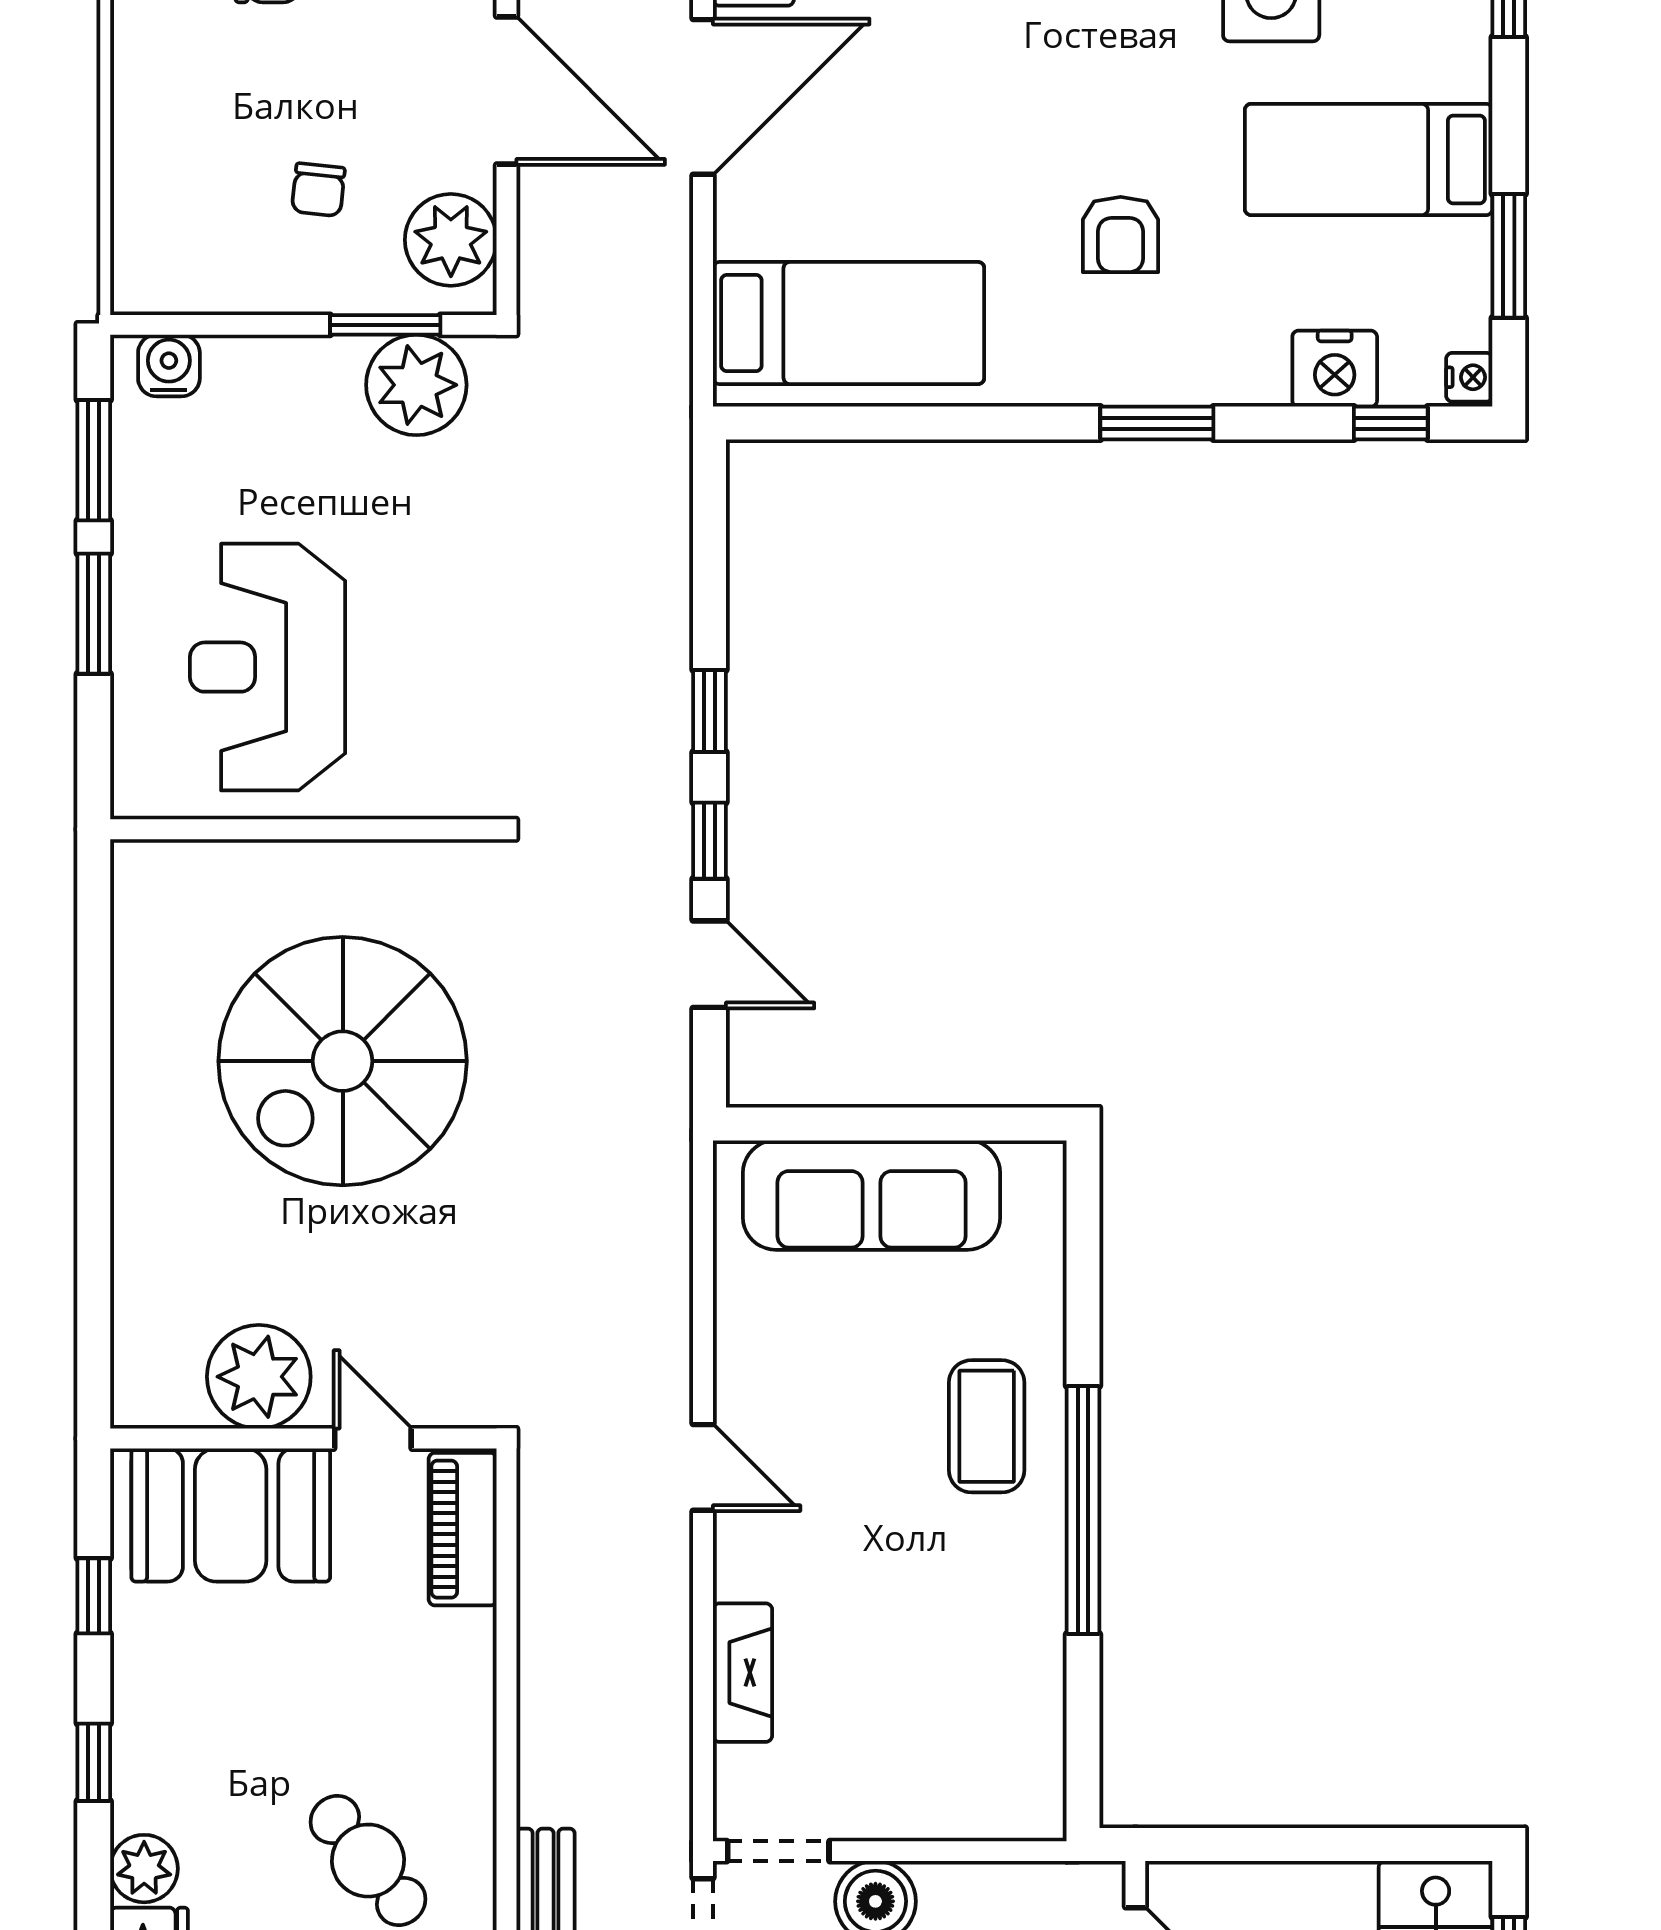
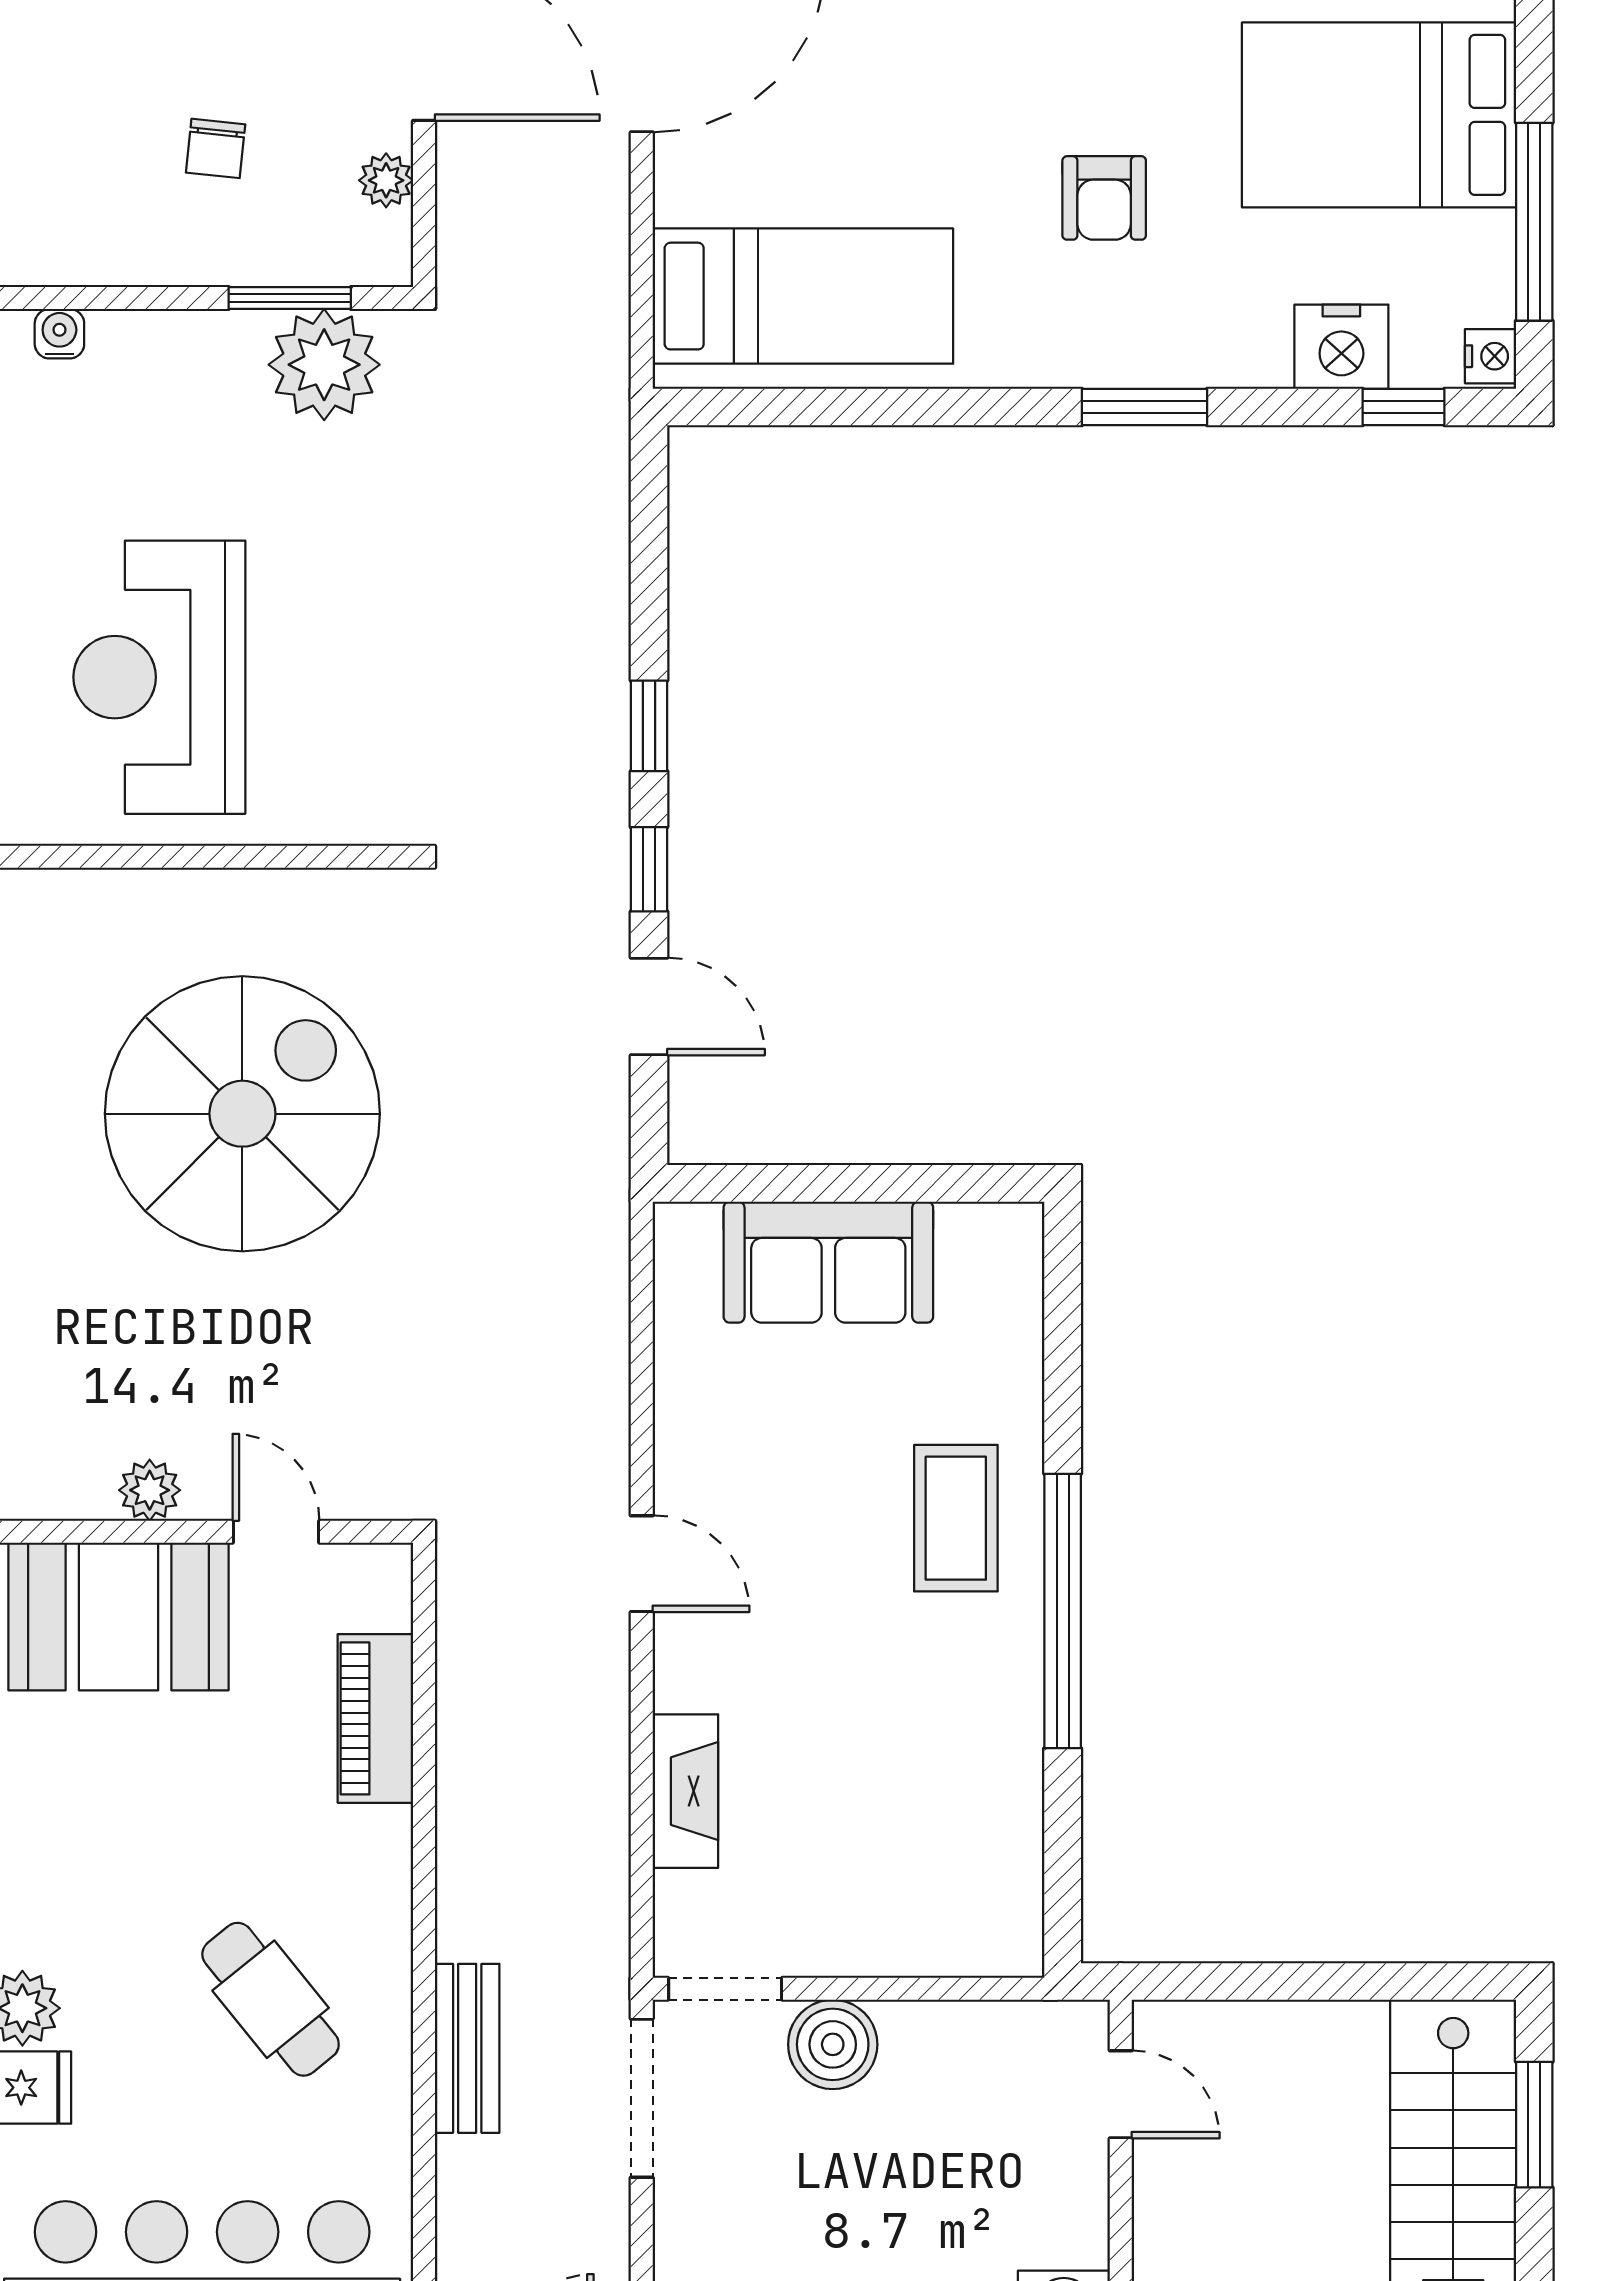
bed: (1369, 159) -> (1379, 115), width x1.50
plant: (451, 240) -> (386, 180), width x0.53, depth x0.53
window: (1509, 256) -> (1534, 222), width x1.44
water cooler: (169, 366) -> (59, 334), width x0.72, depth x0.72
spiral stairs: (343, 1061) -> (242, 1114), turned 180
sofa: (872, 1195) -> (828, 1262), width x0.73
plant: (259, 1377) -> (150, 1490), width x0.53, depth x0.53
piano: (463, 1529) -> (375, 1718), moved

